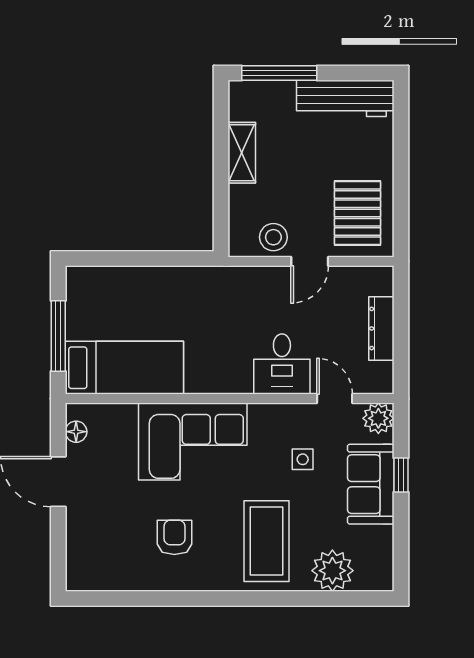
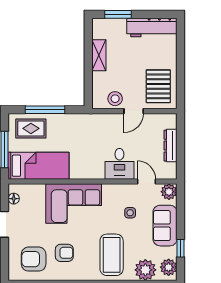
window: (279, 73) -> (118, 14), width x0.69
window: (137, 259) -> (45, 110), added
rug: (110, 295) -> (31, 128), added
window: (401, 475) -> (181, 248), moved
armchair: (174, 537) -> (64, 253), turned 90
armchair: (115, 549) -> (34, 259), added
plant: (377, 565) -> (169, 267), added

